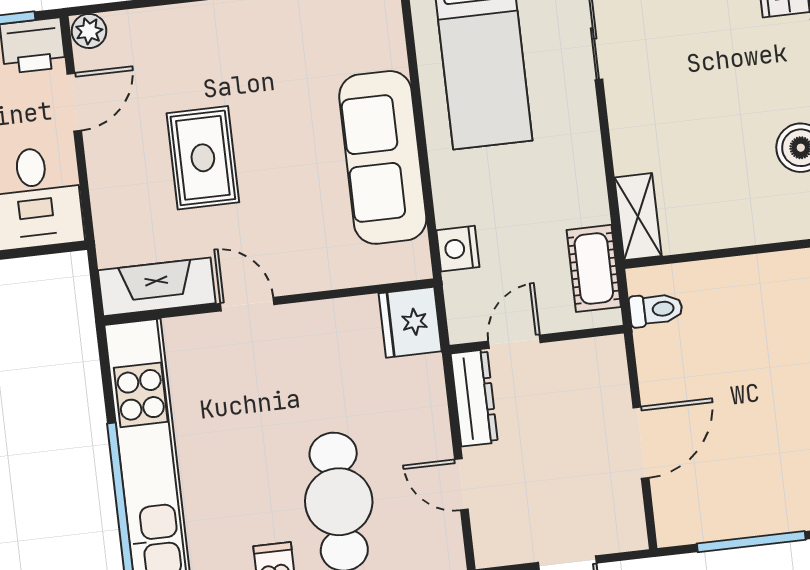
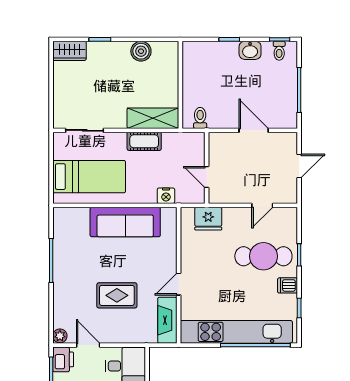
shelving: (638, 217) -> (153, 118), width x1.50, depth x1.33
cot: (594, 268) -> (144, 141), moved
fridge: (410, 322) -> (208, 219), moved
dresser: (474, 398) -> (228, 196), removed

